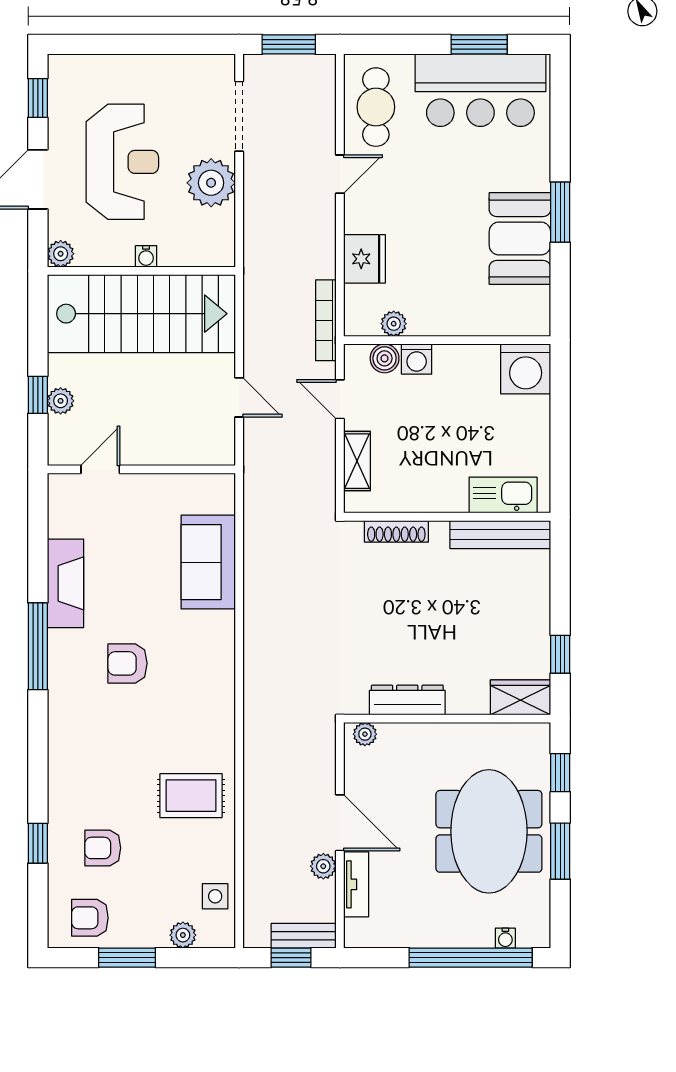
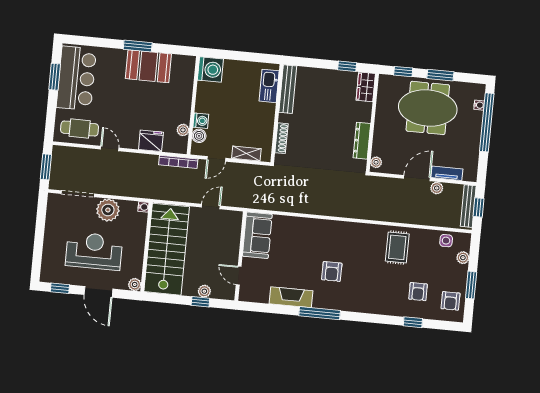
water cooler: (146, 256) -> (143, 207), moved
sofa: (208, 562) -> (257, 235), moved, turned -90
bench: (304, 936) -> (468, 206), width x1.36

